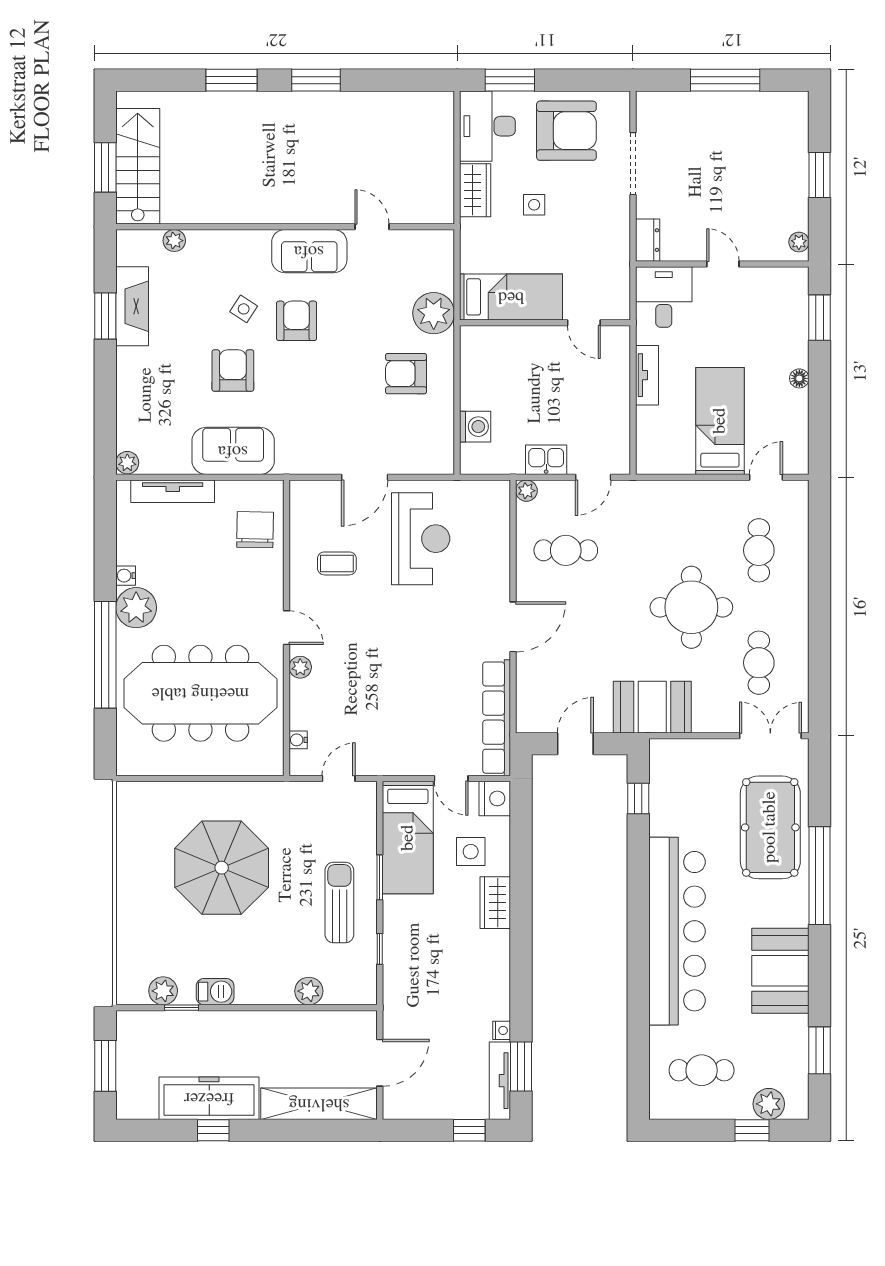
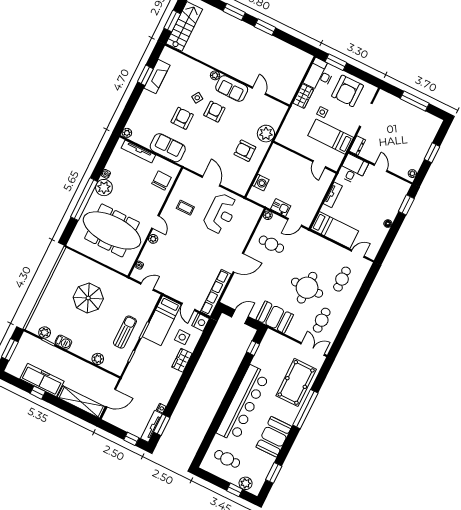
armchair: (566, 131) -> (347, 91), turned 90
plant: (174, 241) -> (215, 75), moved
bed: (511, 297) -> (331, 137), moved, turned 180
bed: (720, 421) -> (335, 230), moved, turned 90
door: (365, 477) -> (211, 181), swing flipped
parasol: (222, 868) -> (88, 298), width x0.73, depth x0.73

